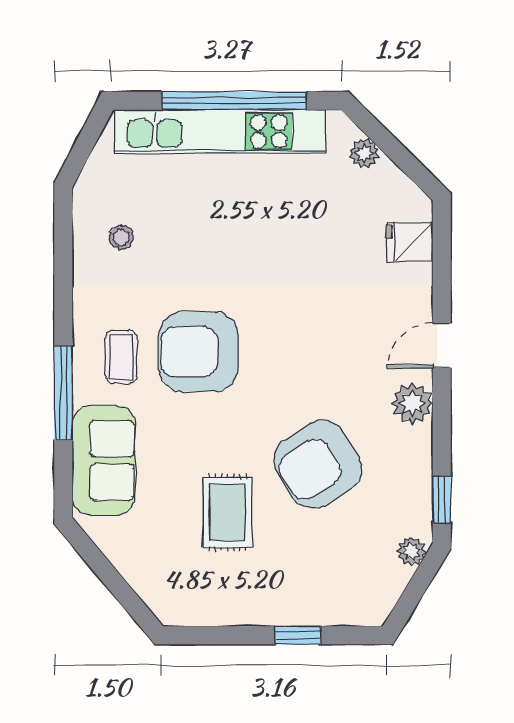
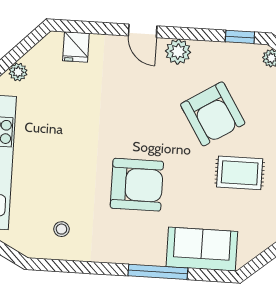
armchair: (199, 352) -> (137, 185), turned -90
coffee table: (121, 357) -> (137, 234), removed

